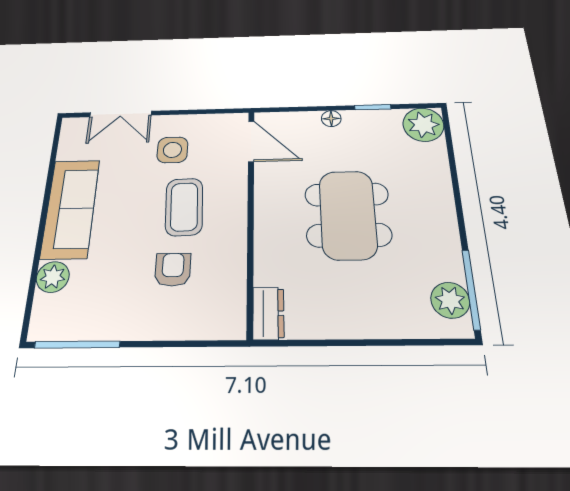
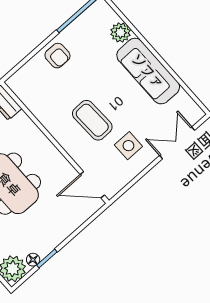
floor lamp: (331, 119) -> (33, 260), moved
armchair: (173, 270) -> (57, 56), moved

